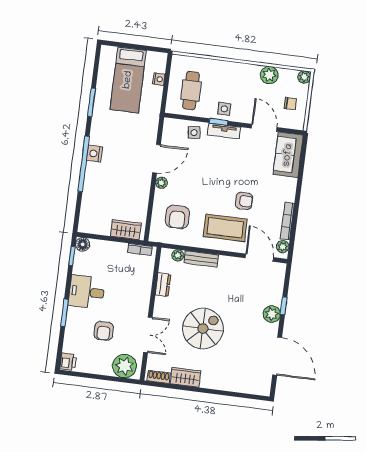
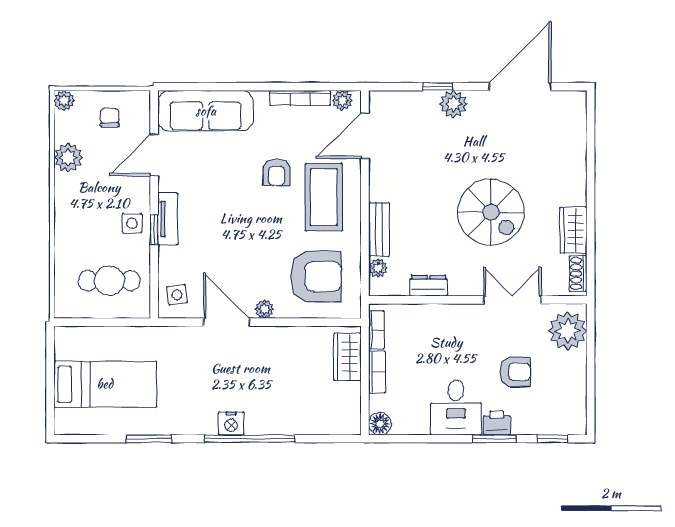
nightstand: (159, 79) -> (98, 335), removed
side table: (194, 133) -> (177, 295), moved
sofa: (288, 155) -> (206, 111), width x1.36
armchair: (244, 201) -> (277, 172), turned 180
armchair: (177, 217) -> (316, 276), width x1.36, depth x1.36
bookcase: (114, 247) -> (377, 372), added
window: (72, 256) -> (552, 439), moved
spiral stairs: (203, 329) -> (491, 212), turned 180
printer: (68, 362) -> (497, 423), moved

